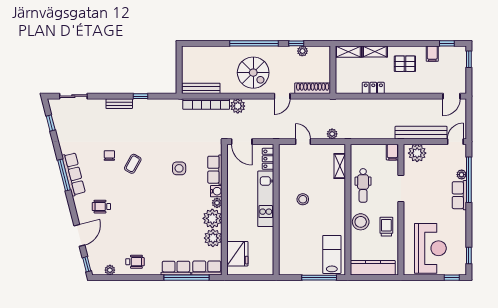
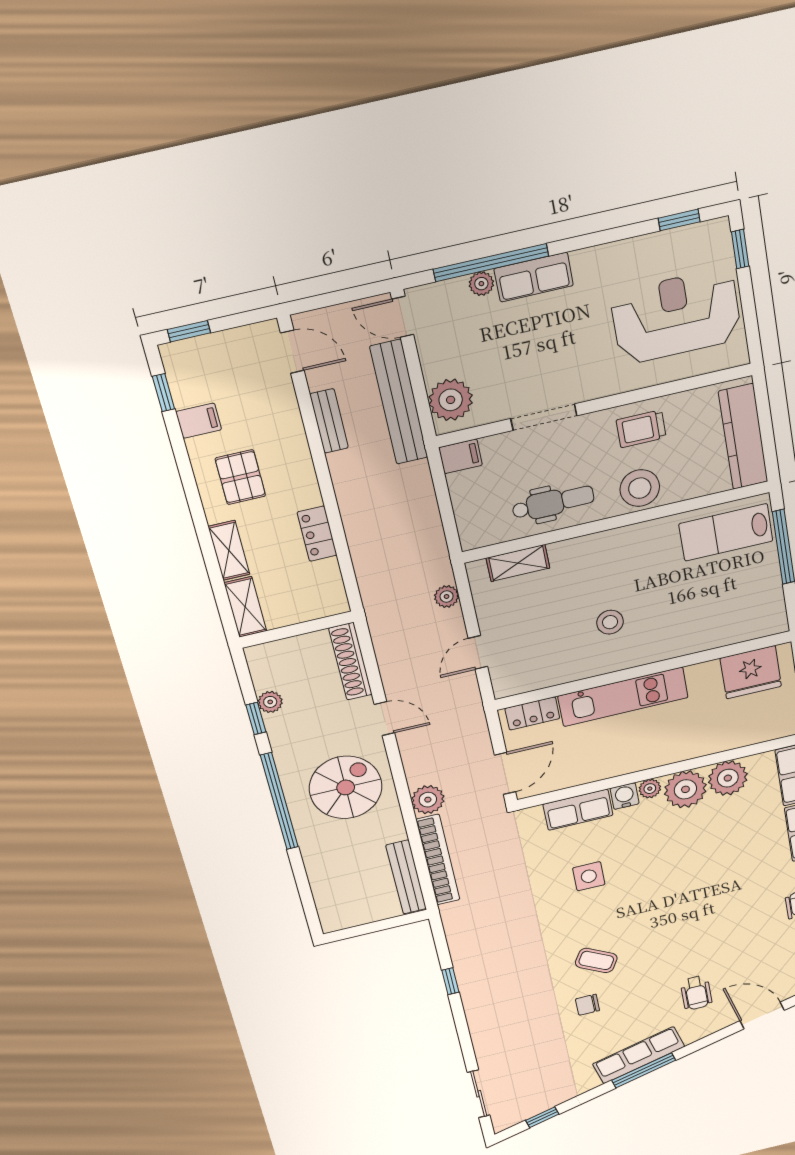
bench: (119, 104) -> (329, 421), moved
fridge: (237, 254) -> (751, 672), moved, turned 180

